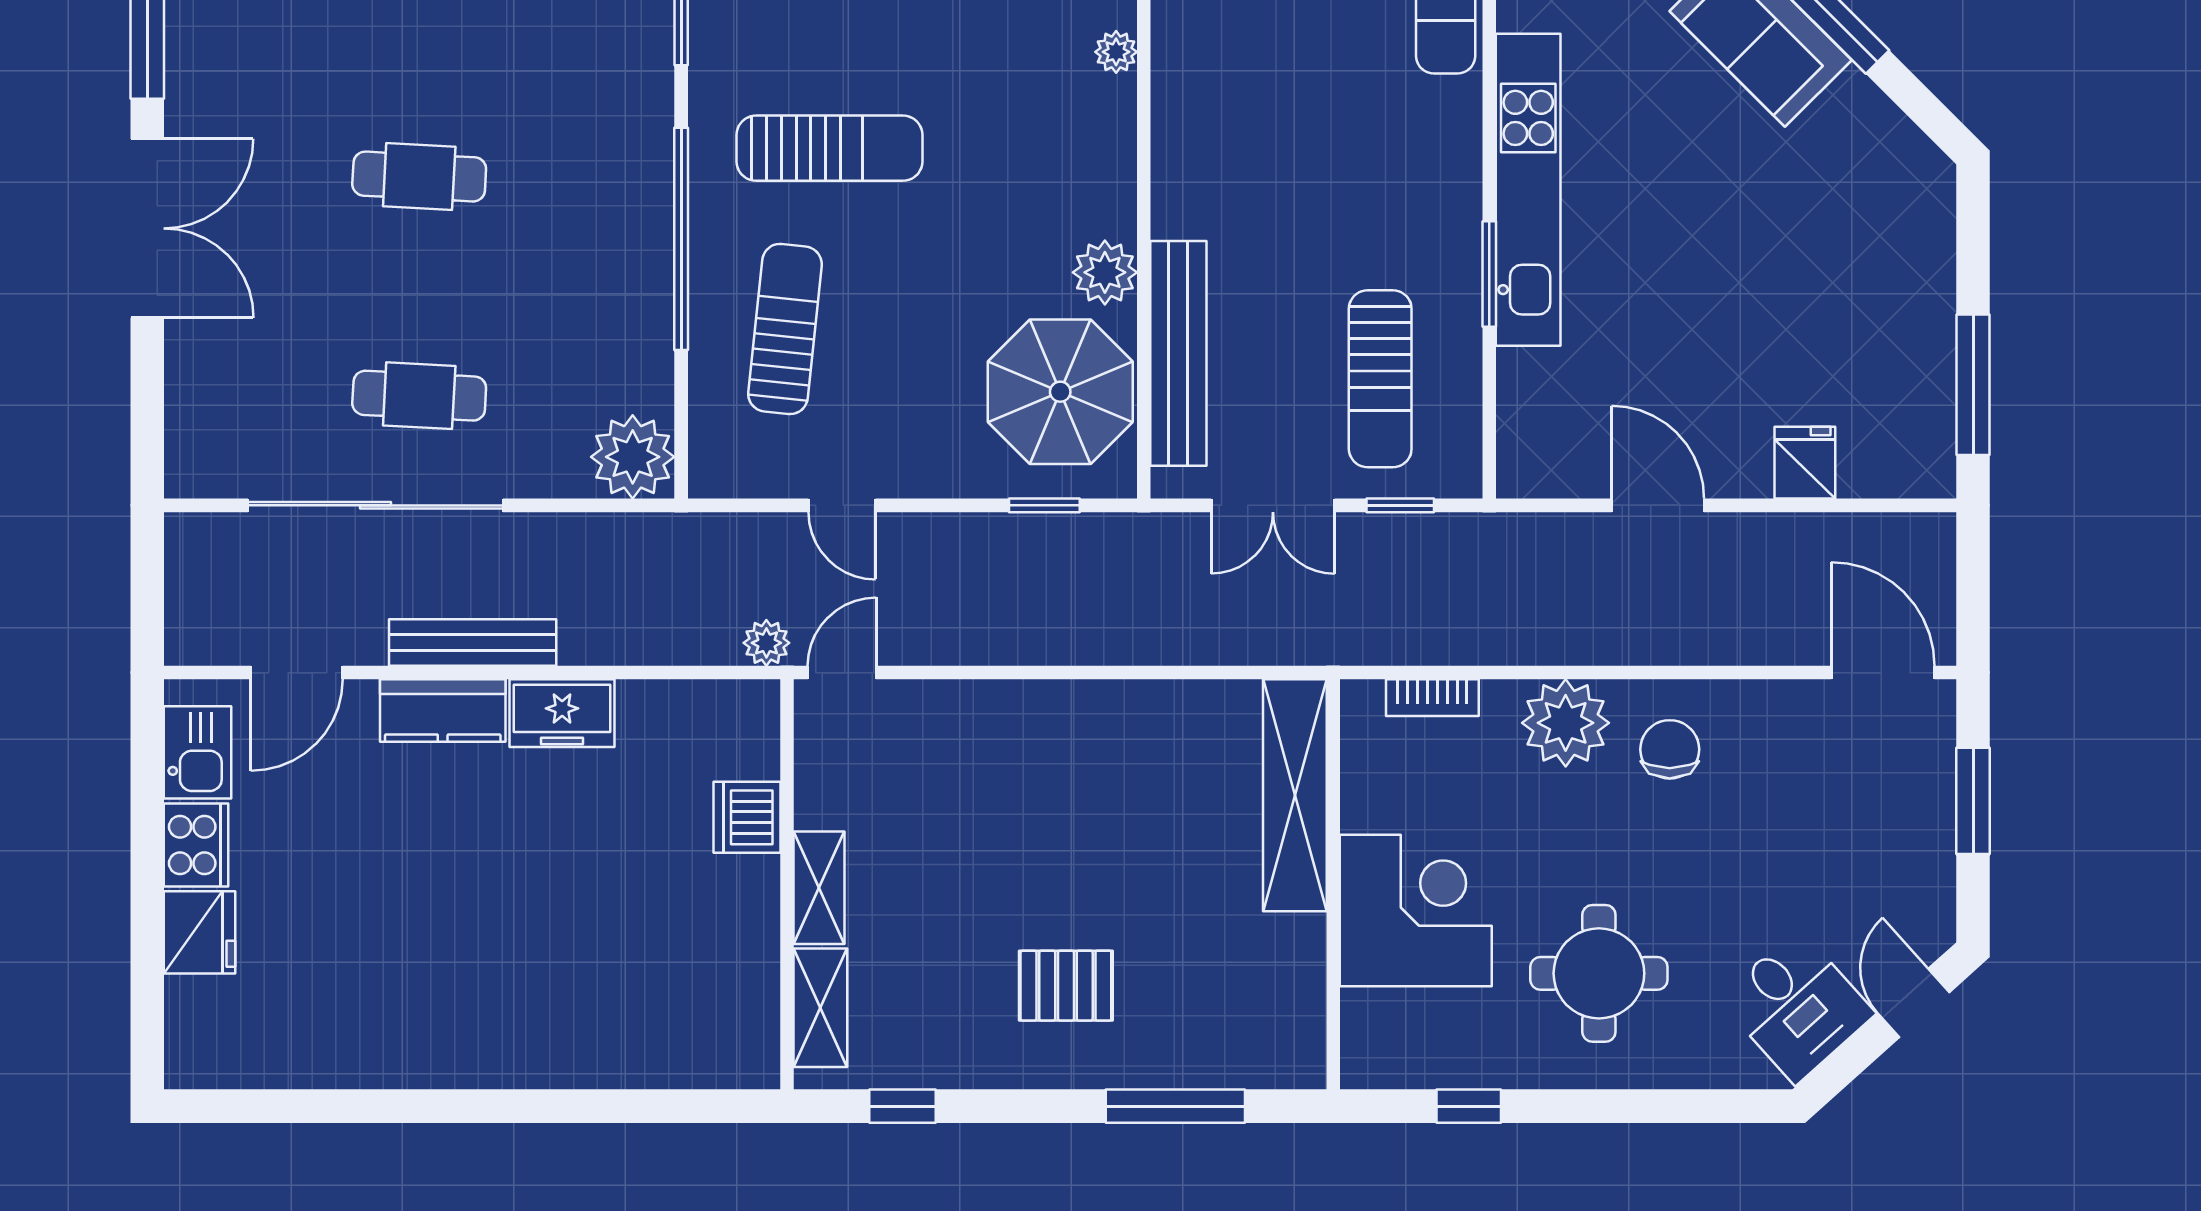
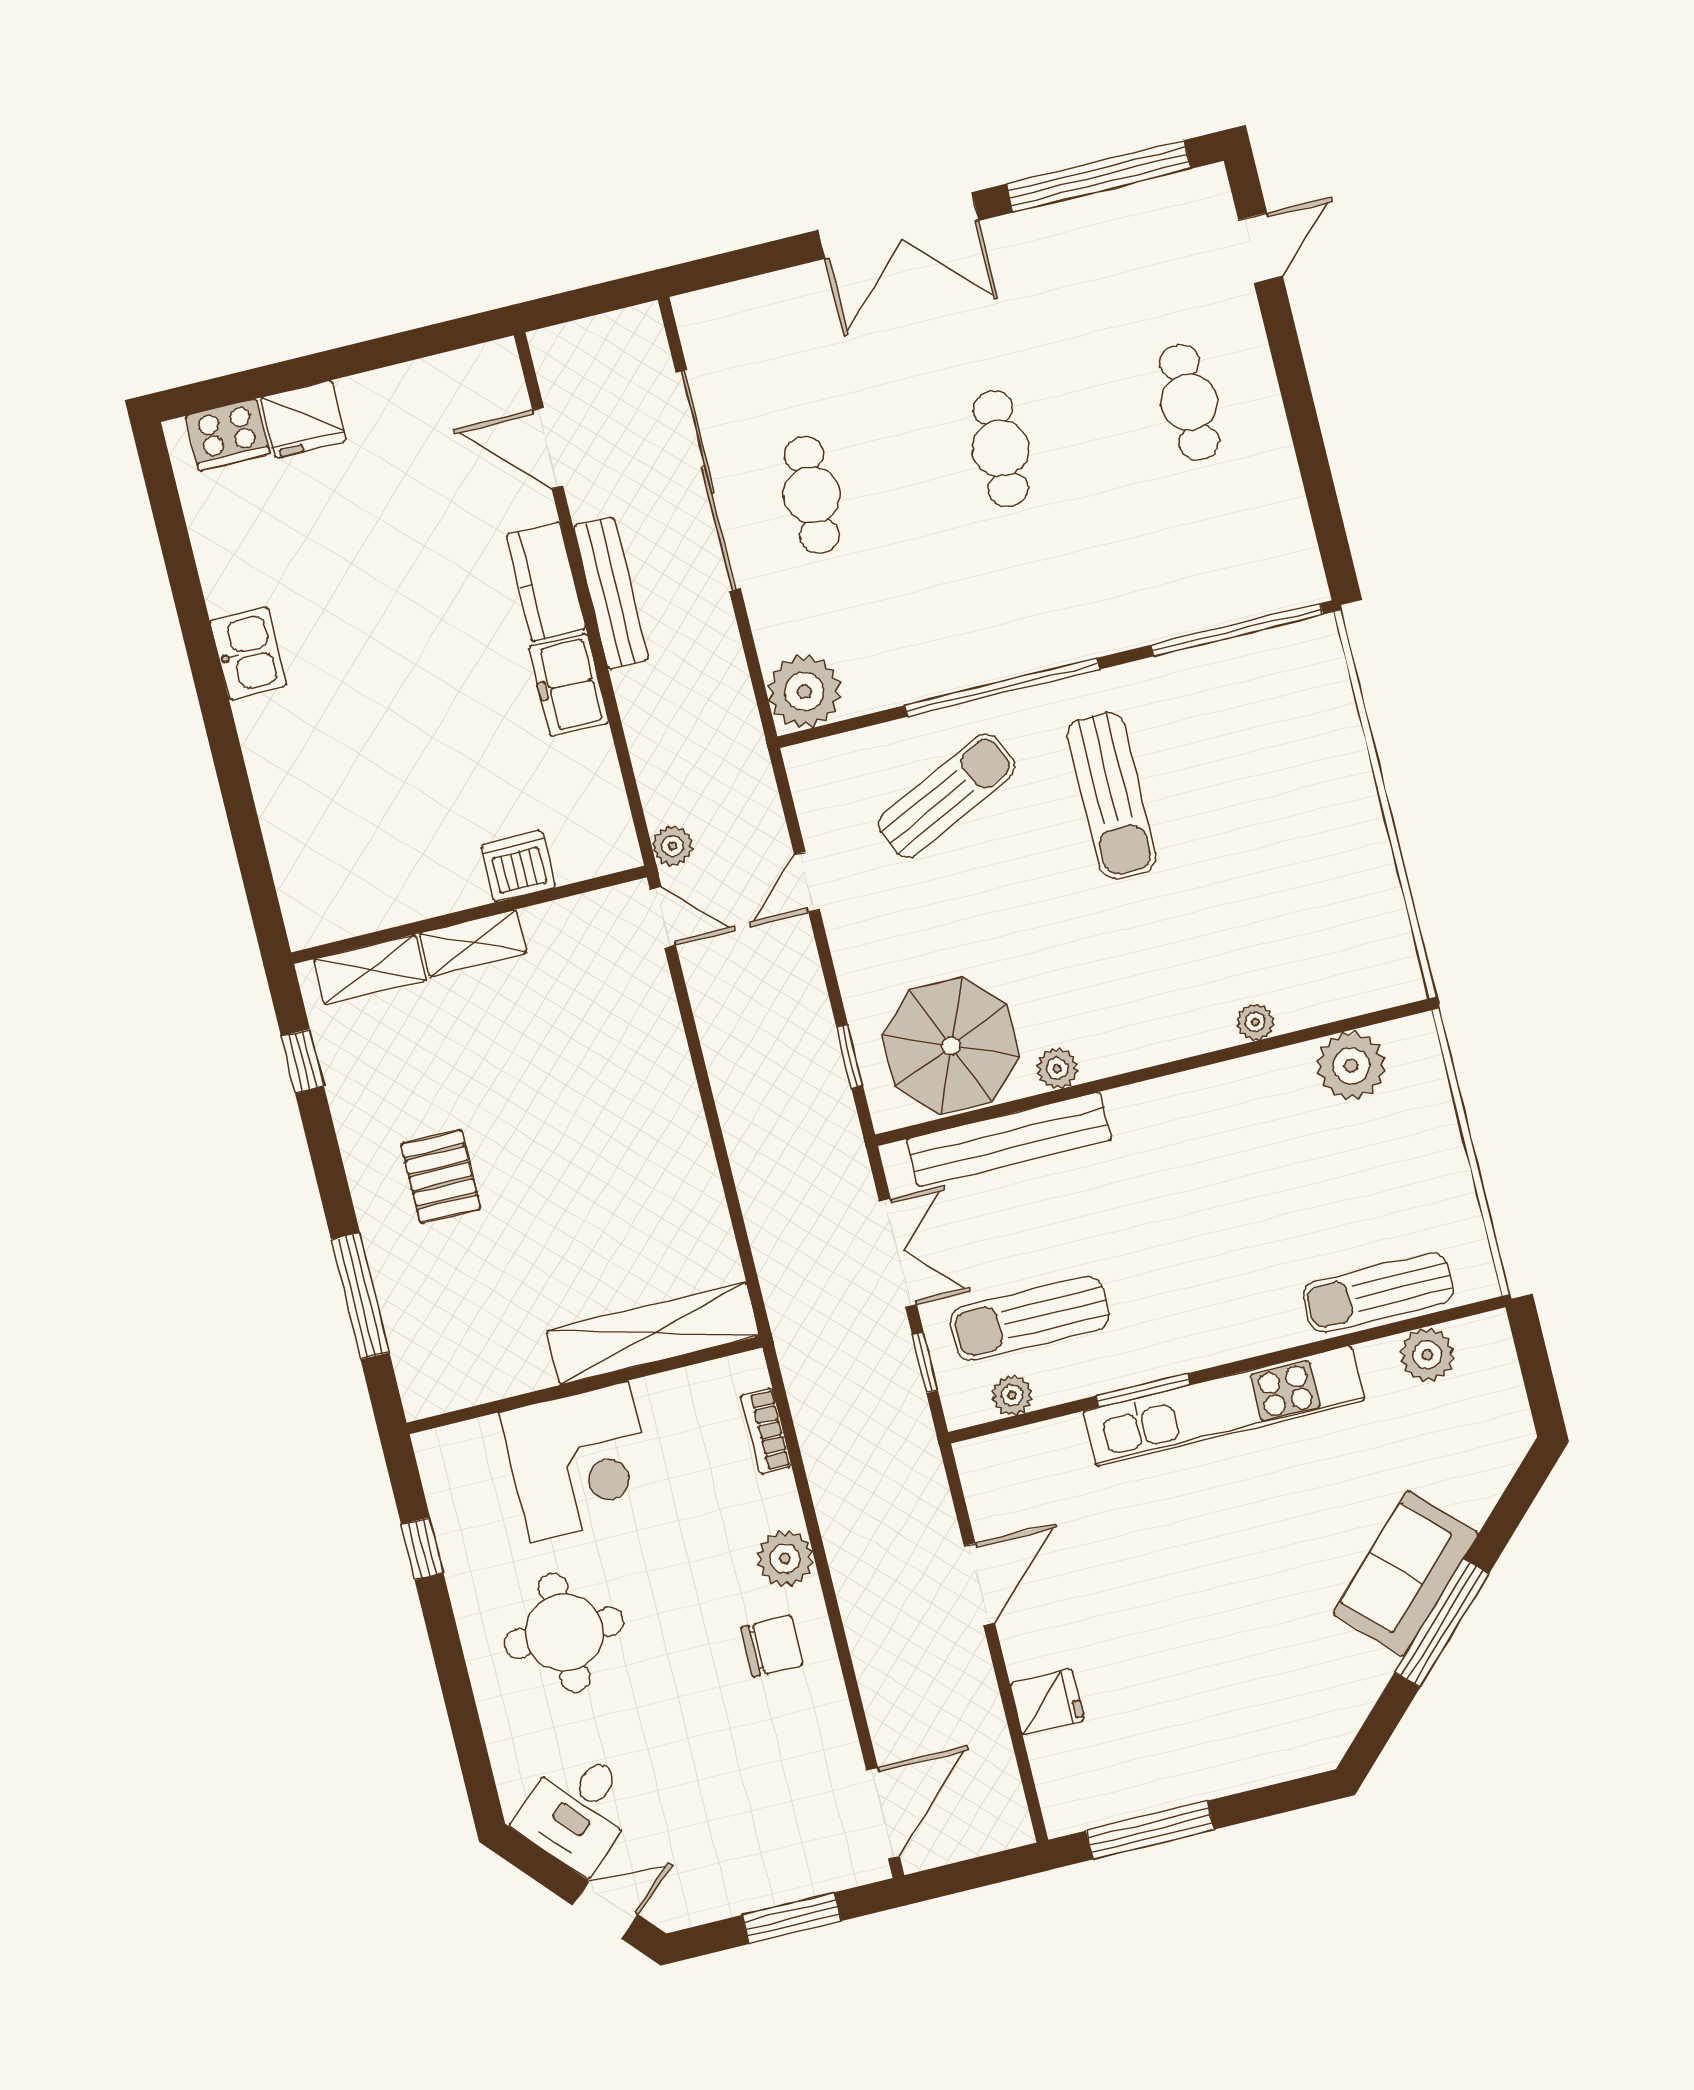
plant: (1105, 272) -> (1057, 1068), width x0.73, depth x0.73
sun lounger: (785, 329) -> (947, 796), turned -32
plant: (1460, 419) -> (1012, 1395), added
double door: (1273, 505) -> (898, 1253), swing flipped
plant: (1566, 723) -> (785, 1558), width x0.73, depth x0.73
kitchen sink: (198, 752) -> (248, 653), moved, turned -90
cooker: (196, 845) -> (228, 435), moved

